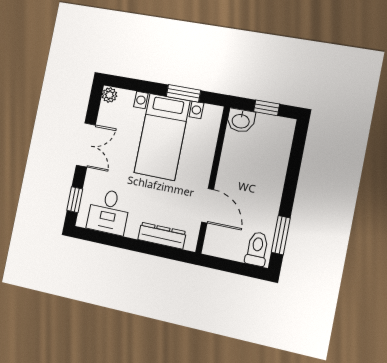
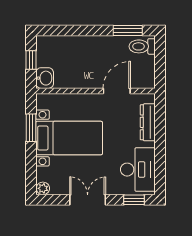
desk: (109, 212) -> (138, 170), width x1.37

